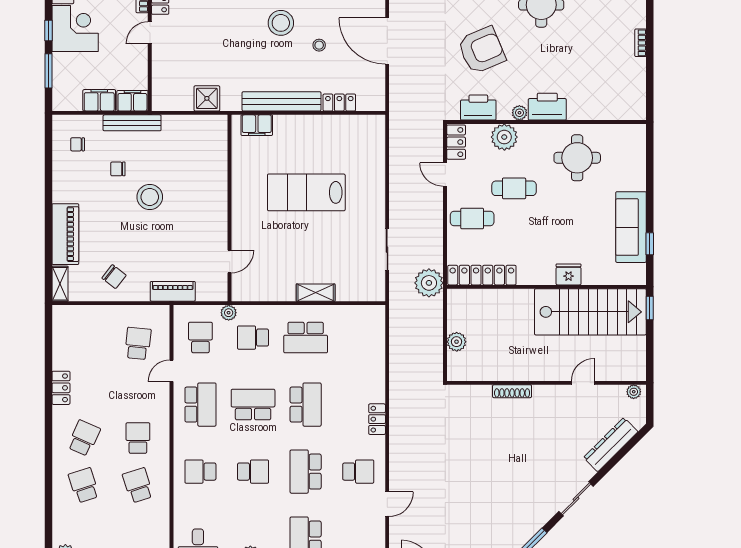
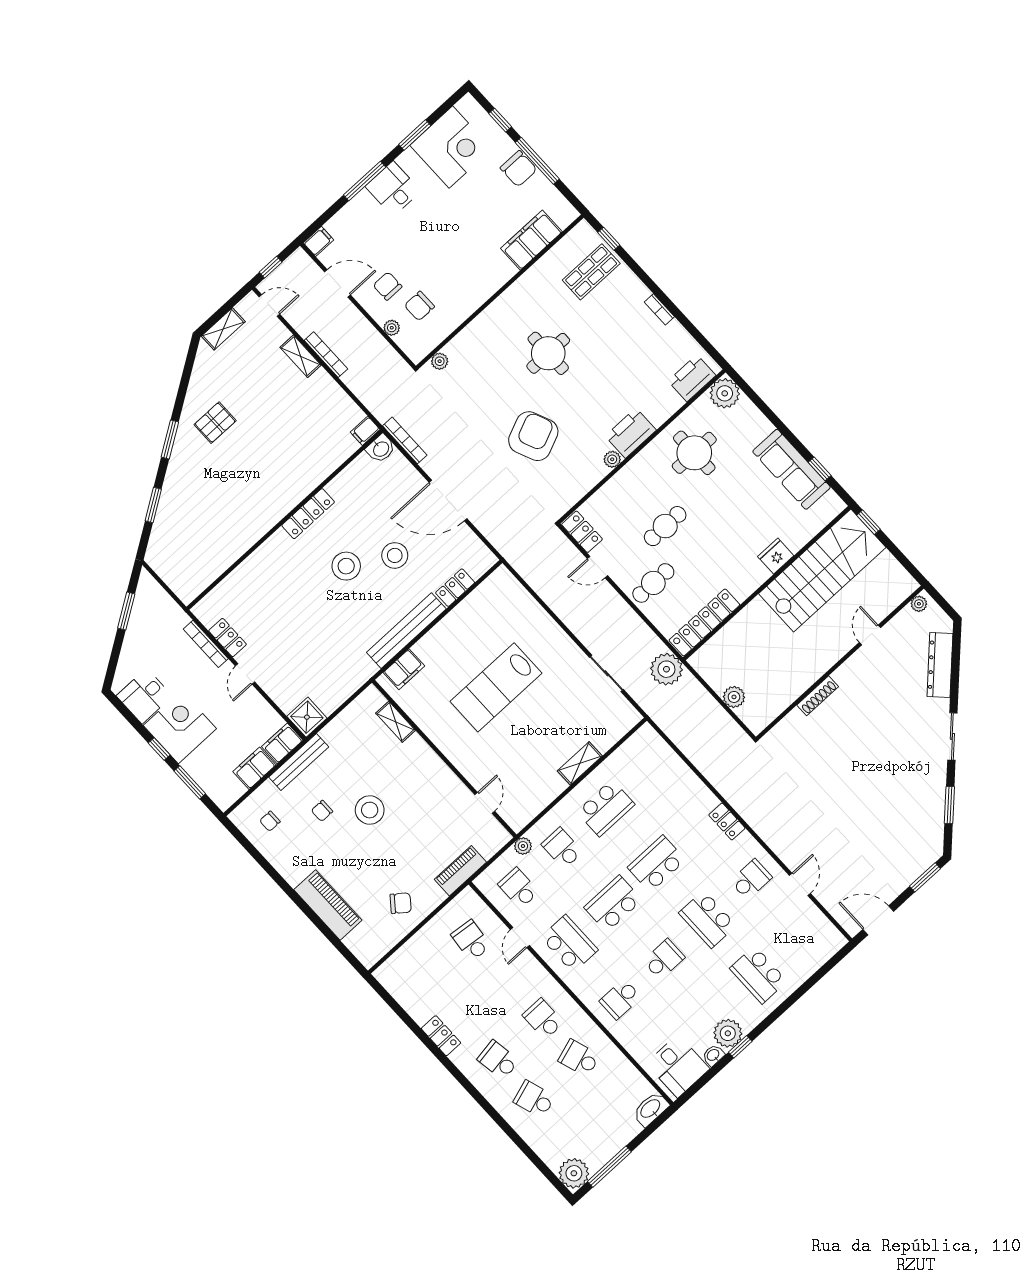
stool: (319, 45) -> (395, 555), width x1.89, depth x1.89
shower: (207, 98) -> (307, 717), moved
printer: (478, 107) -> (692, 378), moved
plant: (504, 137) -> (725, 393), moved
shelving: (60, 284) -> (396, 722), moved
school desk: (253, 338) -> (562, 848), turned 90
school desk: (306, 405) -> (657, 864), turned -90
school desk: (84, 438) -> (498, 1060), turned -33

